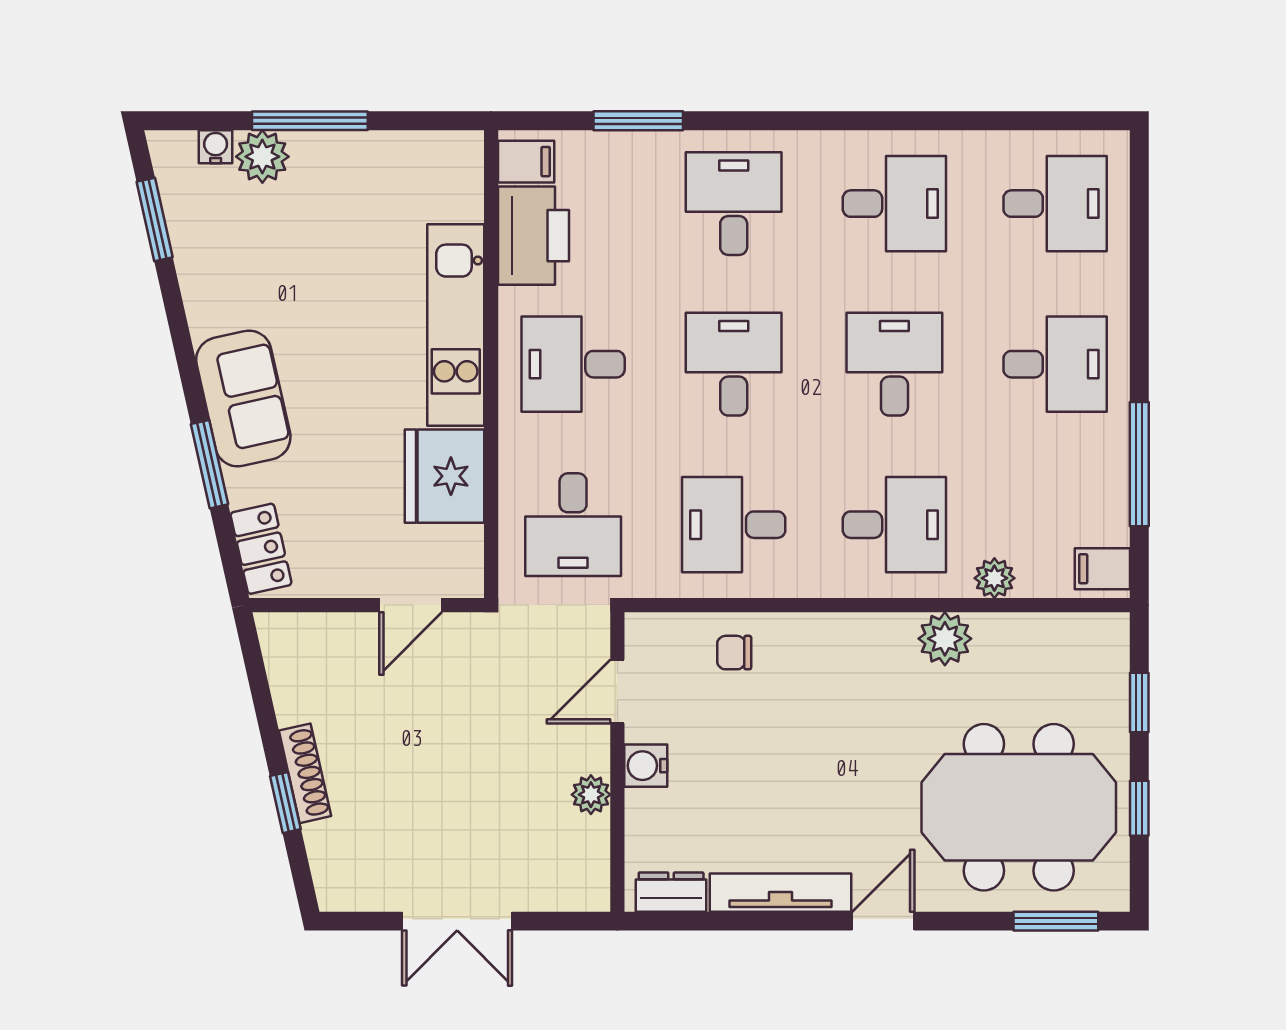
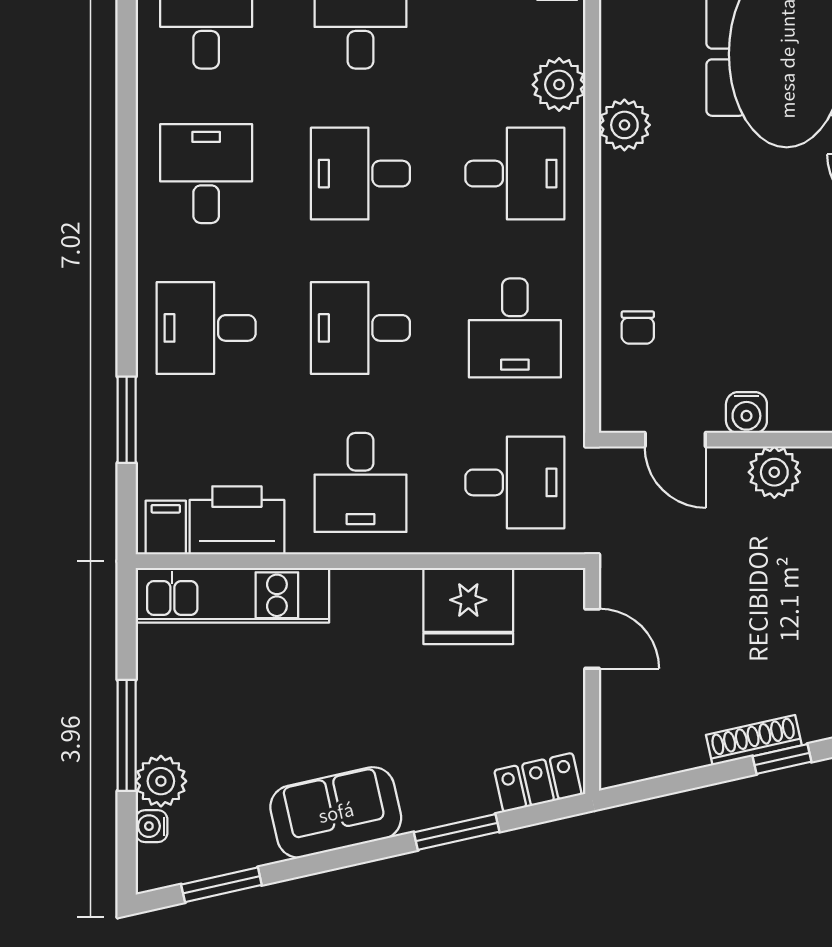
kitchen unit: (456, 325) -> (232, 595), moved
sofa: (243, 399) -> (336, 812), moved
desk: (894, 525) -> (515, 174), turned 90
plant: (994, 578) -> (559, 85), width x1.38, depth x1.38
plant: (591, 795) -> (774, 472), width x1.38, depth x1.38

